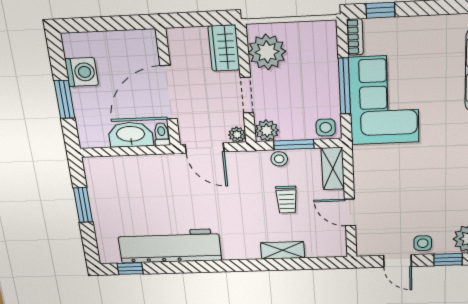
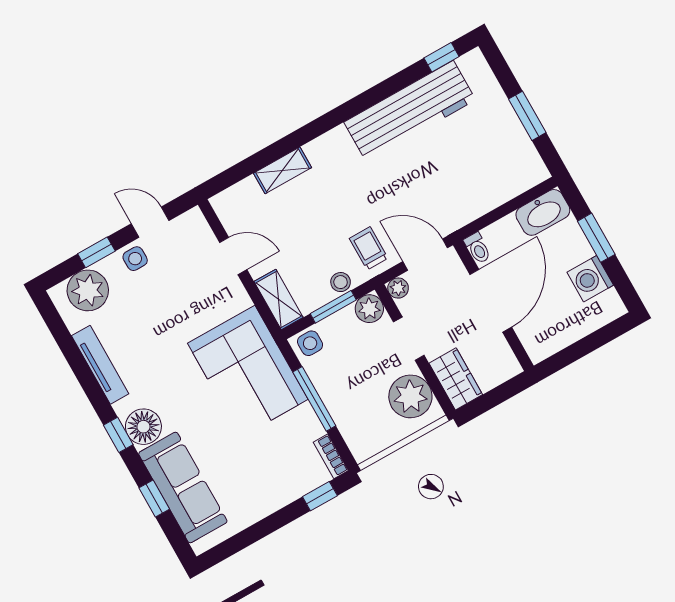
corner sofa: (384, 100) -> (248, 371), moved
washbasin: (131, 135) -> (543, 212), moved
trolley: (287, 200) -> (369, 248), moved

